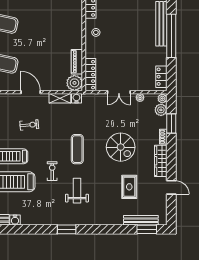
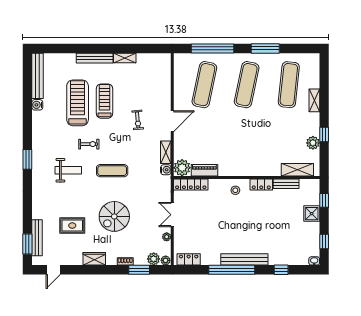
wardrobe: (161, 161) -> (94, 259), width x0.67
door: (171, 187) -> (53, 270), moved

